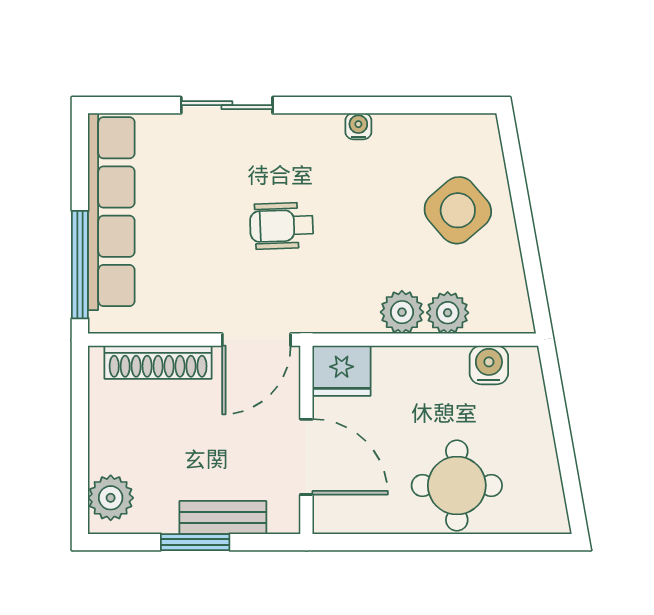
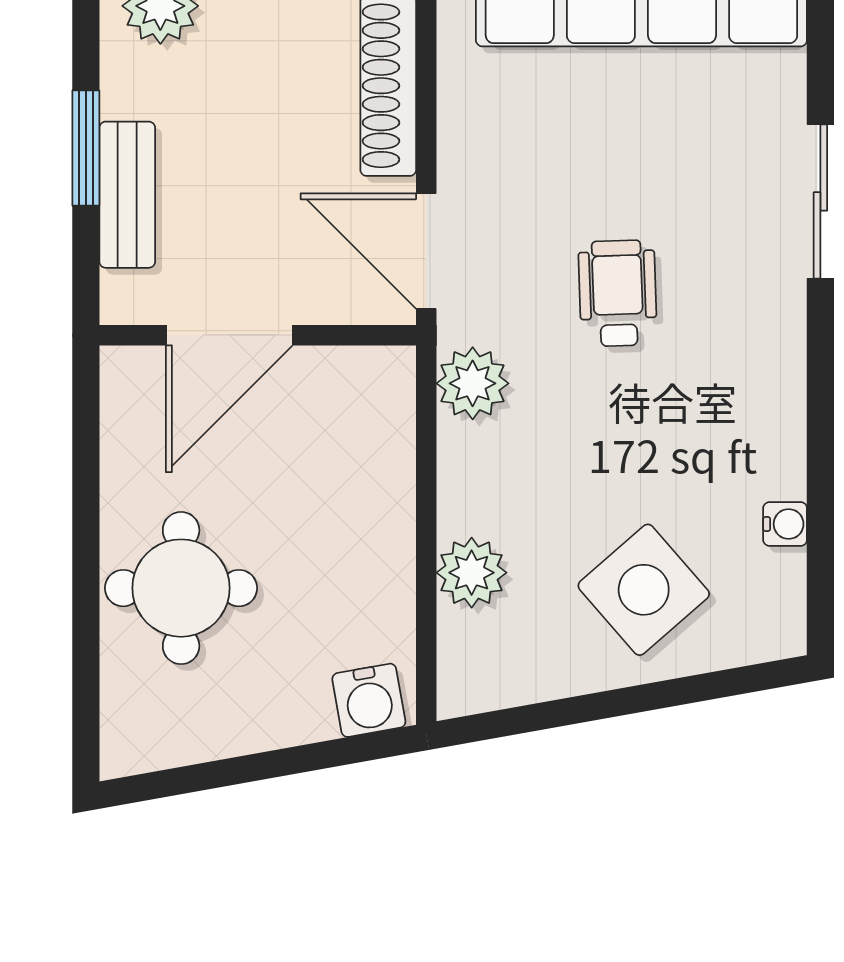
water cooler: (358, 126) -> (785, 524), moved
plant: (402, 312) -> (473, 383), moved
water cooler: (489, 365) -> (369, 700), moved, turned 80
fridge: (342, 371) -> (374, 394), removed

